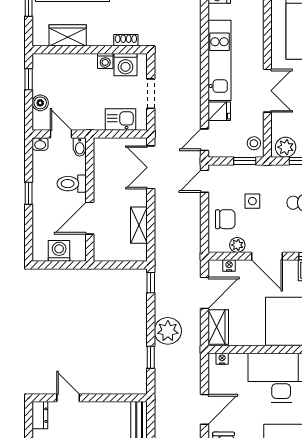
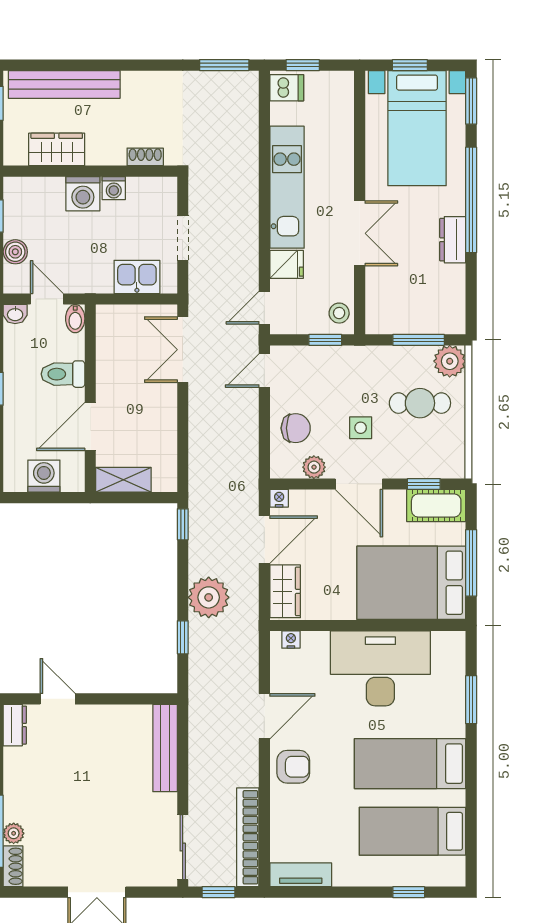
washing machine: (126, 65) -> (83, 194), moved
plant: (286, 147) -> (387, 319), removed
side table: (252, 201) -> (361, 428), moved
shelving: (139, 225) -> (123, 480), moved, turned 90
nightstand: (229, 266) -> (279, 498), moved

